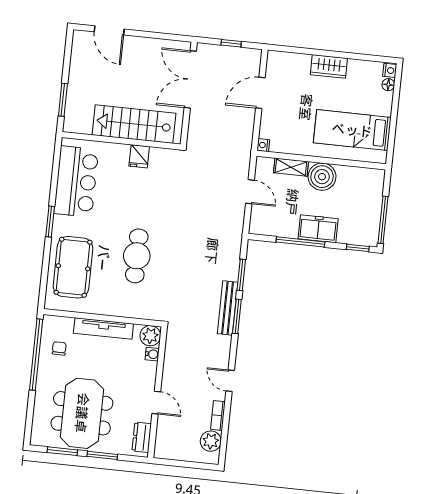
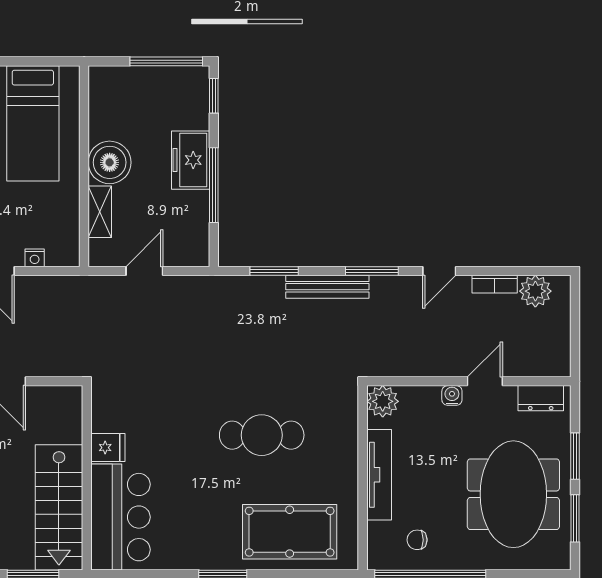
stairs: (134, 124) -> (59, 507), moved
nightstand: (263, 145) -> (35, 258), moved
bar counter: (76, 182) -> (120, 517), moved, turned 90
window: (237, 316) -> (372, 271), moved
water cooler: (152, 354) -> (452, 395), moved
meeting table: (82, 413) -> (513, 494), turned 90

